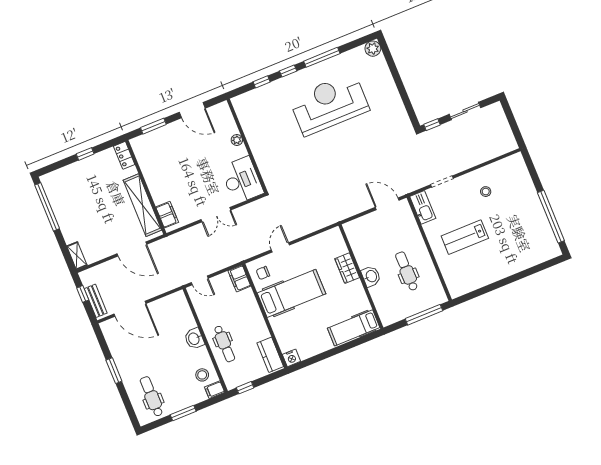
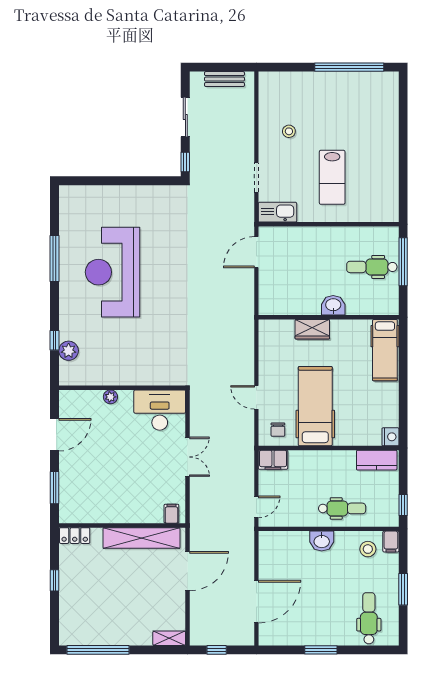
plant: (373, 49) -> (69, 351), moved
window: (288, 71) -> (55, 304), removed
filing cabinet: (167, 215) -> (171, 514), width x0.50
dental chair: (407, 271) -> (372, 267), moved
bench: (96, 301) -> (224, 79), moved
dental chair: (152, 396) -> (369, 618), turned 90

